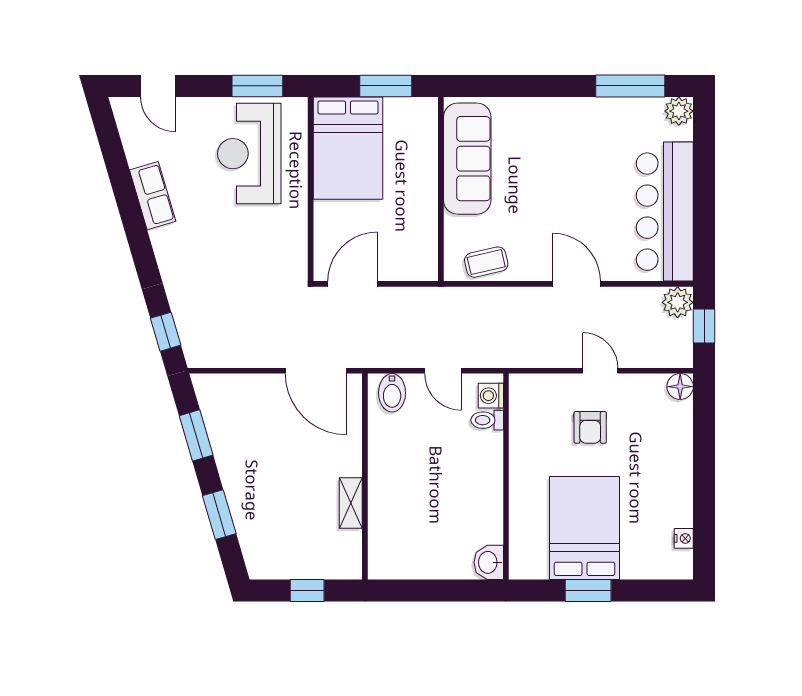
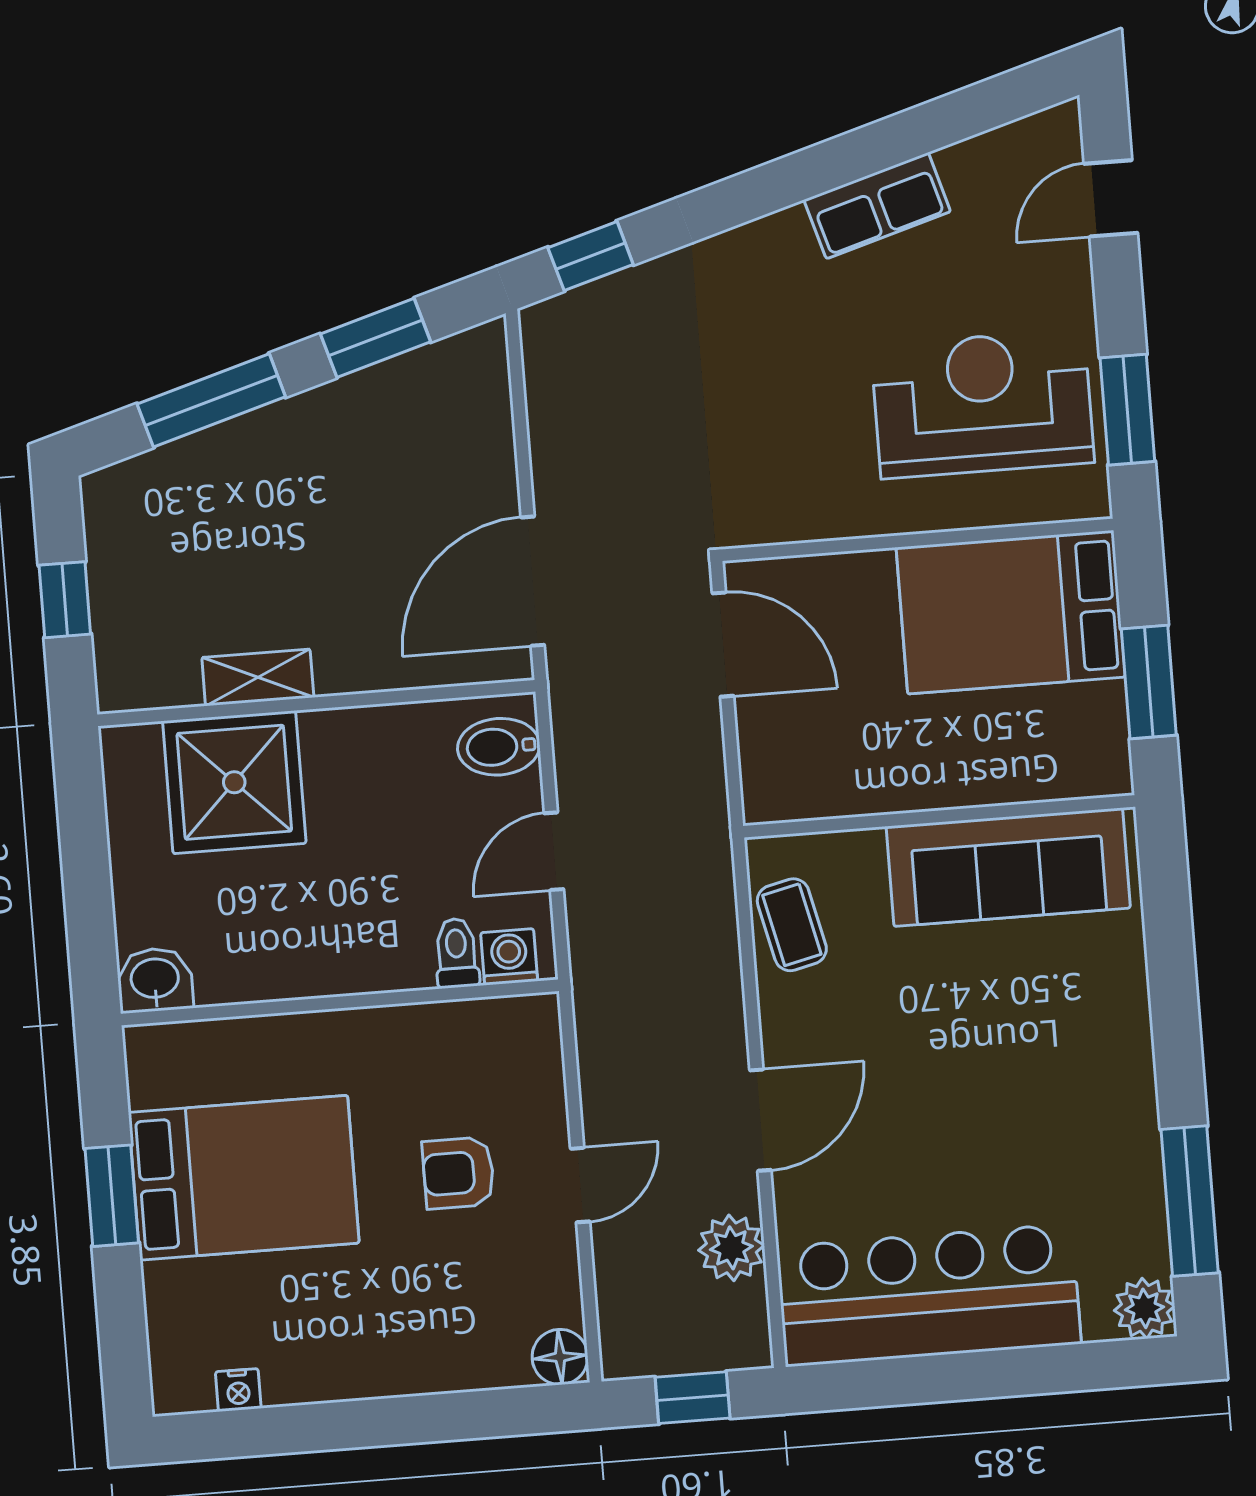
plant: (678, 302) -> (731, 1248), moved
window: (219, 515) -> (211, 400), width x1.44
shower: (399, 518) -> (234, 782), added

